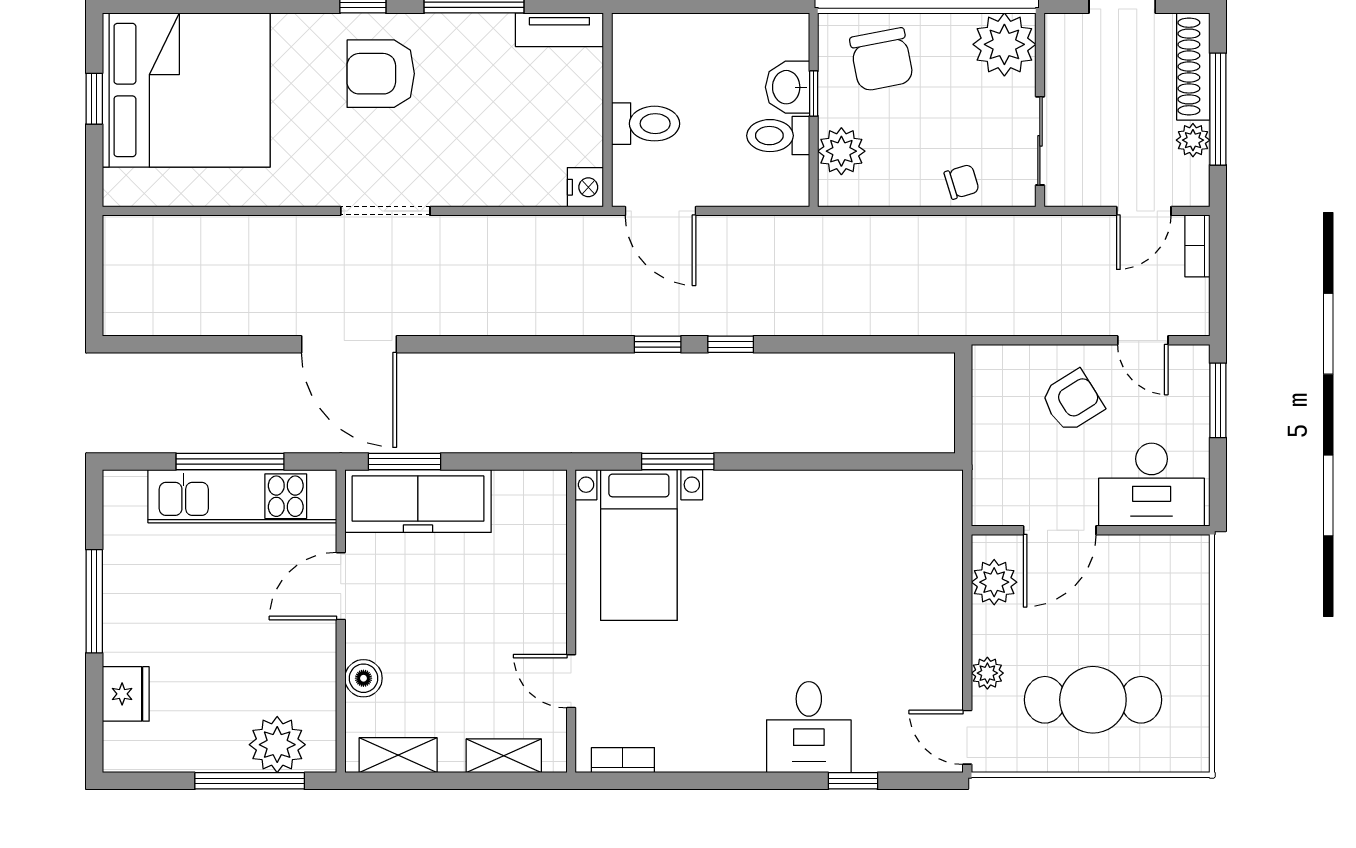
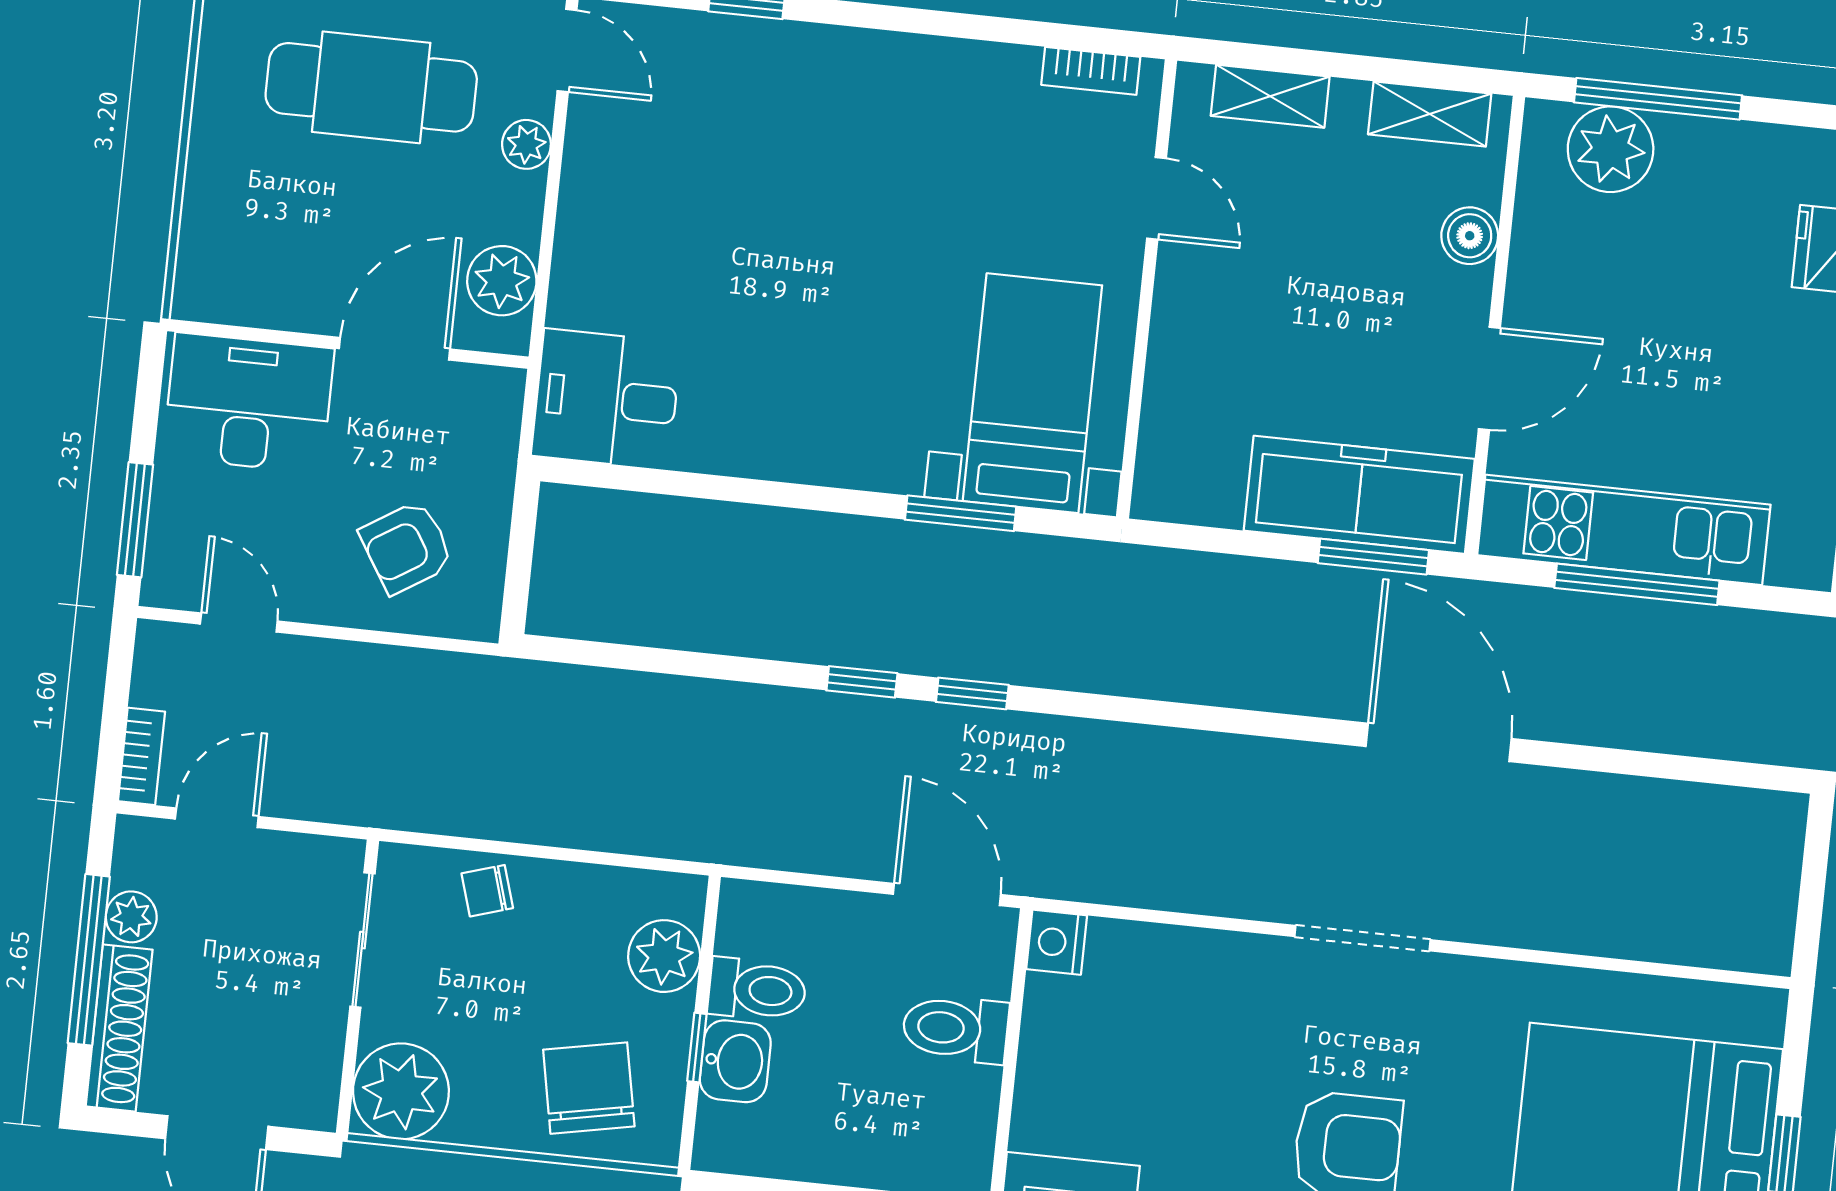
armchair: (1072, 401) -> (407, 547), moved
desk: (809, 727) -> (606, 399), moved, turned -90

